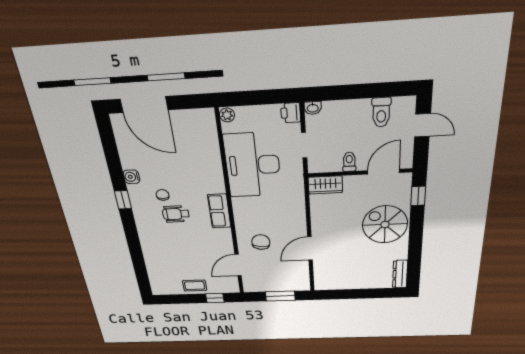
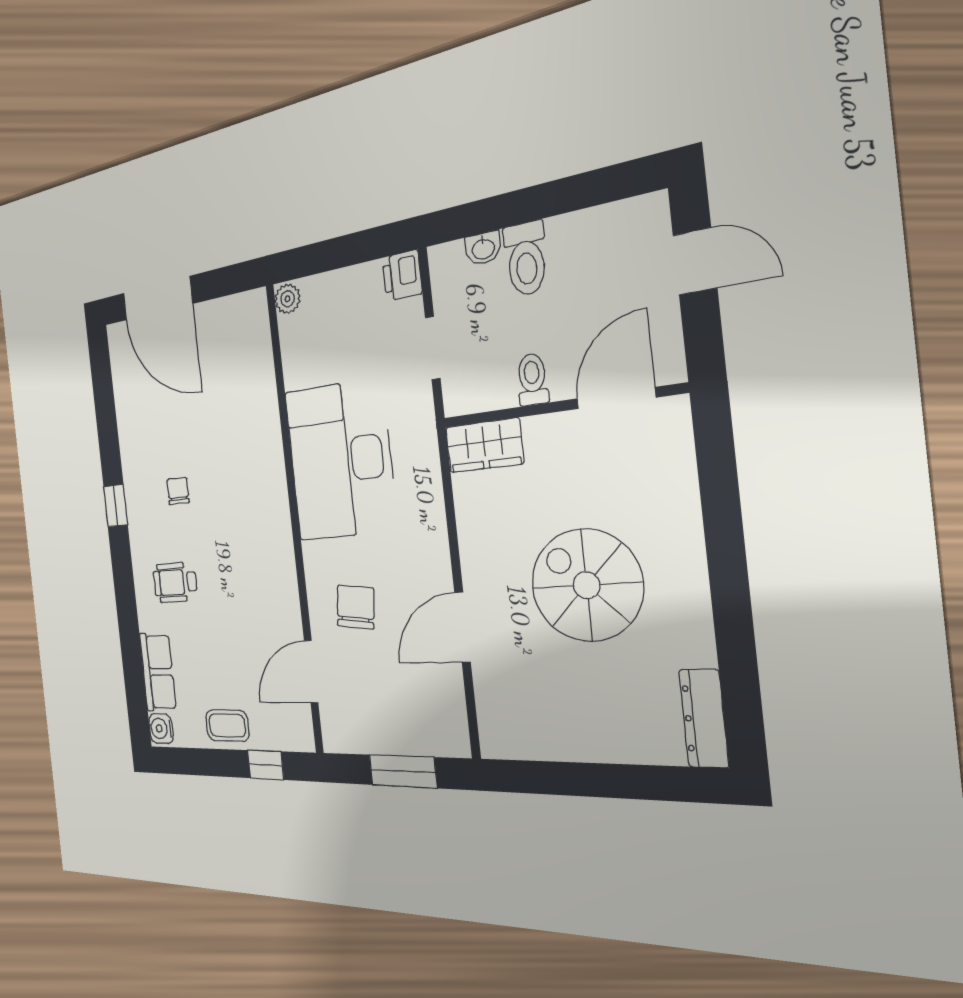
washbasin: (313, 108) -> (483, 248), moved
toilet: (381, 112) -> (526, 259), moved
desk: (253, 165) -> (340, 460), moved
water cooler: (131, 177) -> (161, 729), moved
window: (418, 196) -> (716, 462), removed
row of seats: (219, 211) -> (158, 672), moved, turned 180
wheelchair: (176, 214) -> (175, 582), moved
spiral stairs: (385, 224) -> (587, 585), moved

